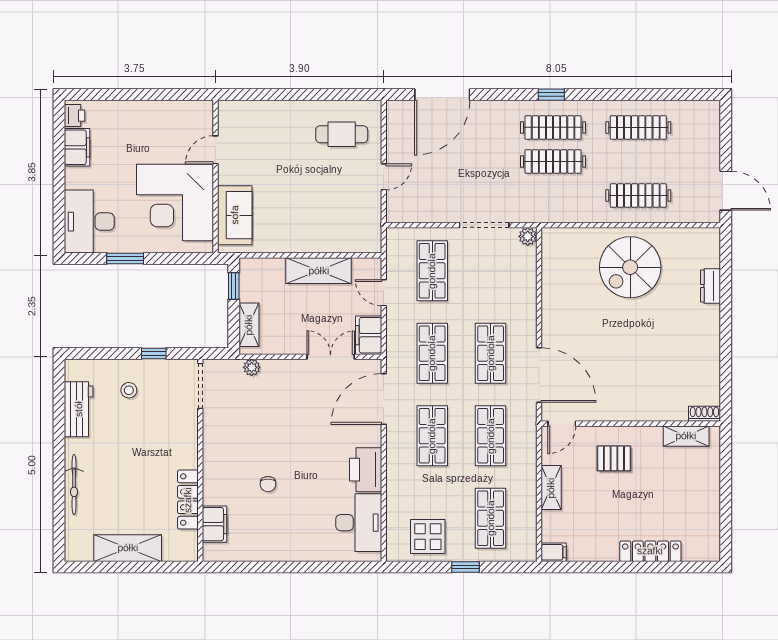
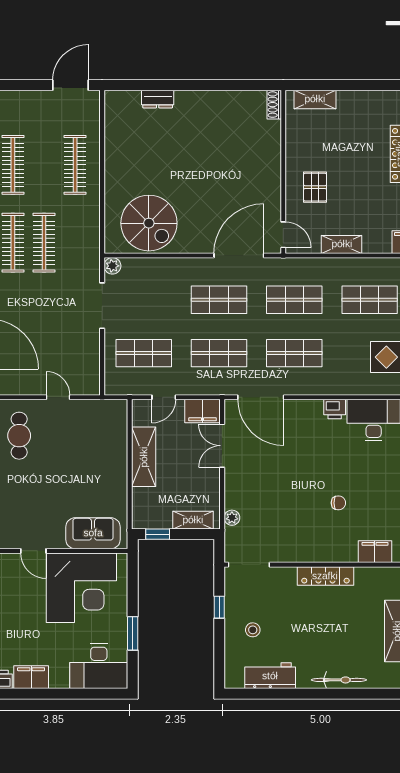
spiral stairs: (630, 267) -> (149, 223), moved
shelving: (686, 436) -> (315, 99), moved, turned 90
printer: (366, 470) -> (335, 409), width x0.53, depth x0.68
locker: (188, 500) -> (325, 576), moved

